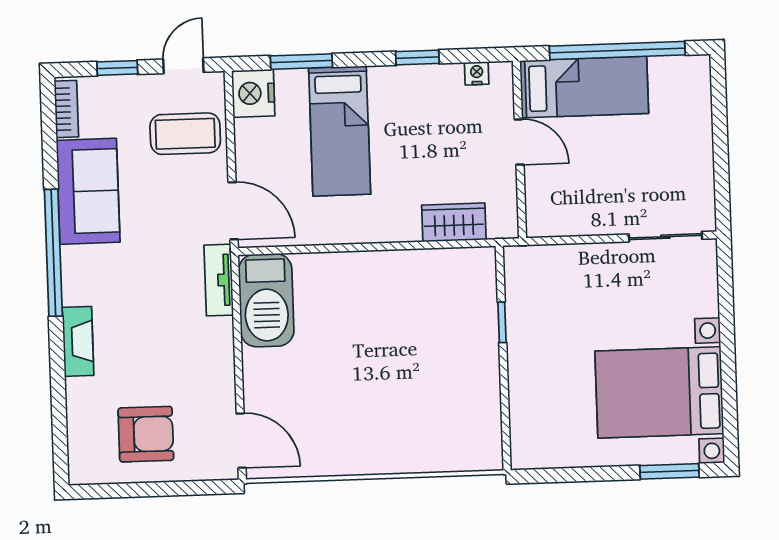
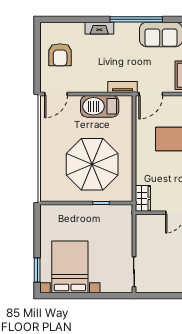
wardrobe: (454, 222) -> (143, 198), moved
barbecue: (266, 300) -> (100, 106), moved
parasol: (409, 347) -> (92, 164), added

